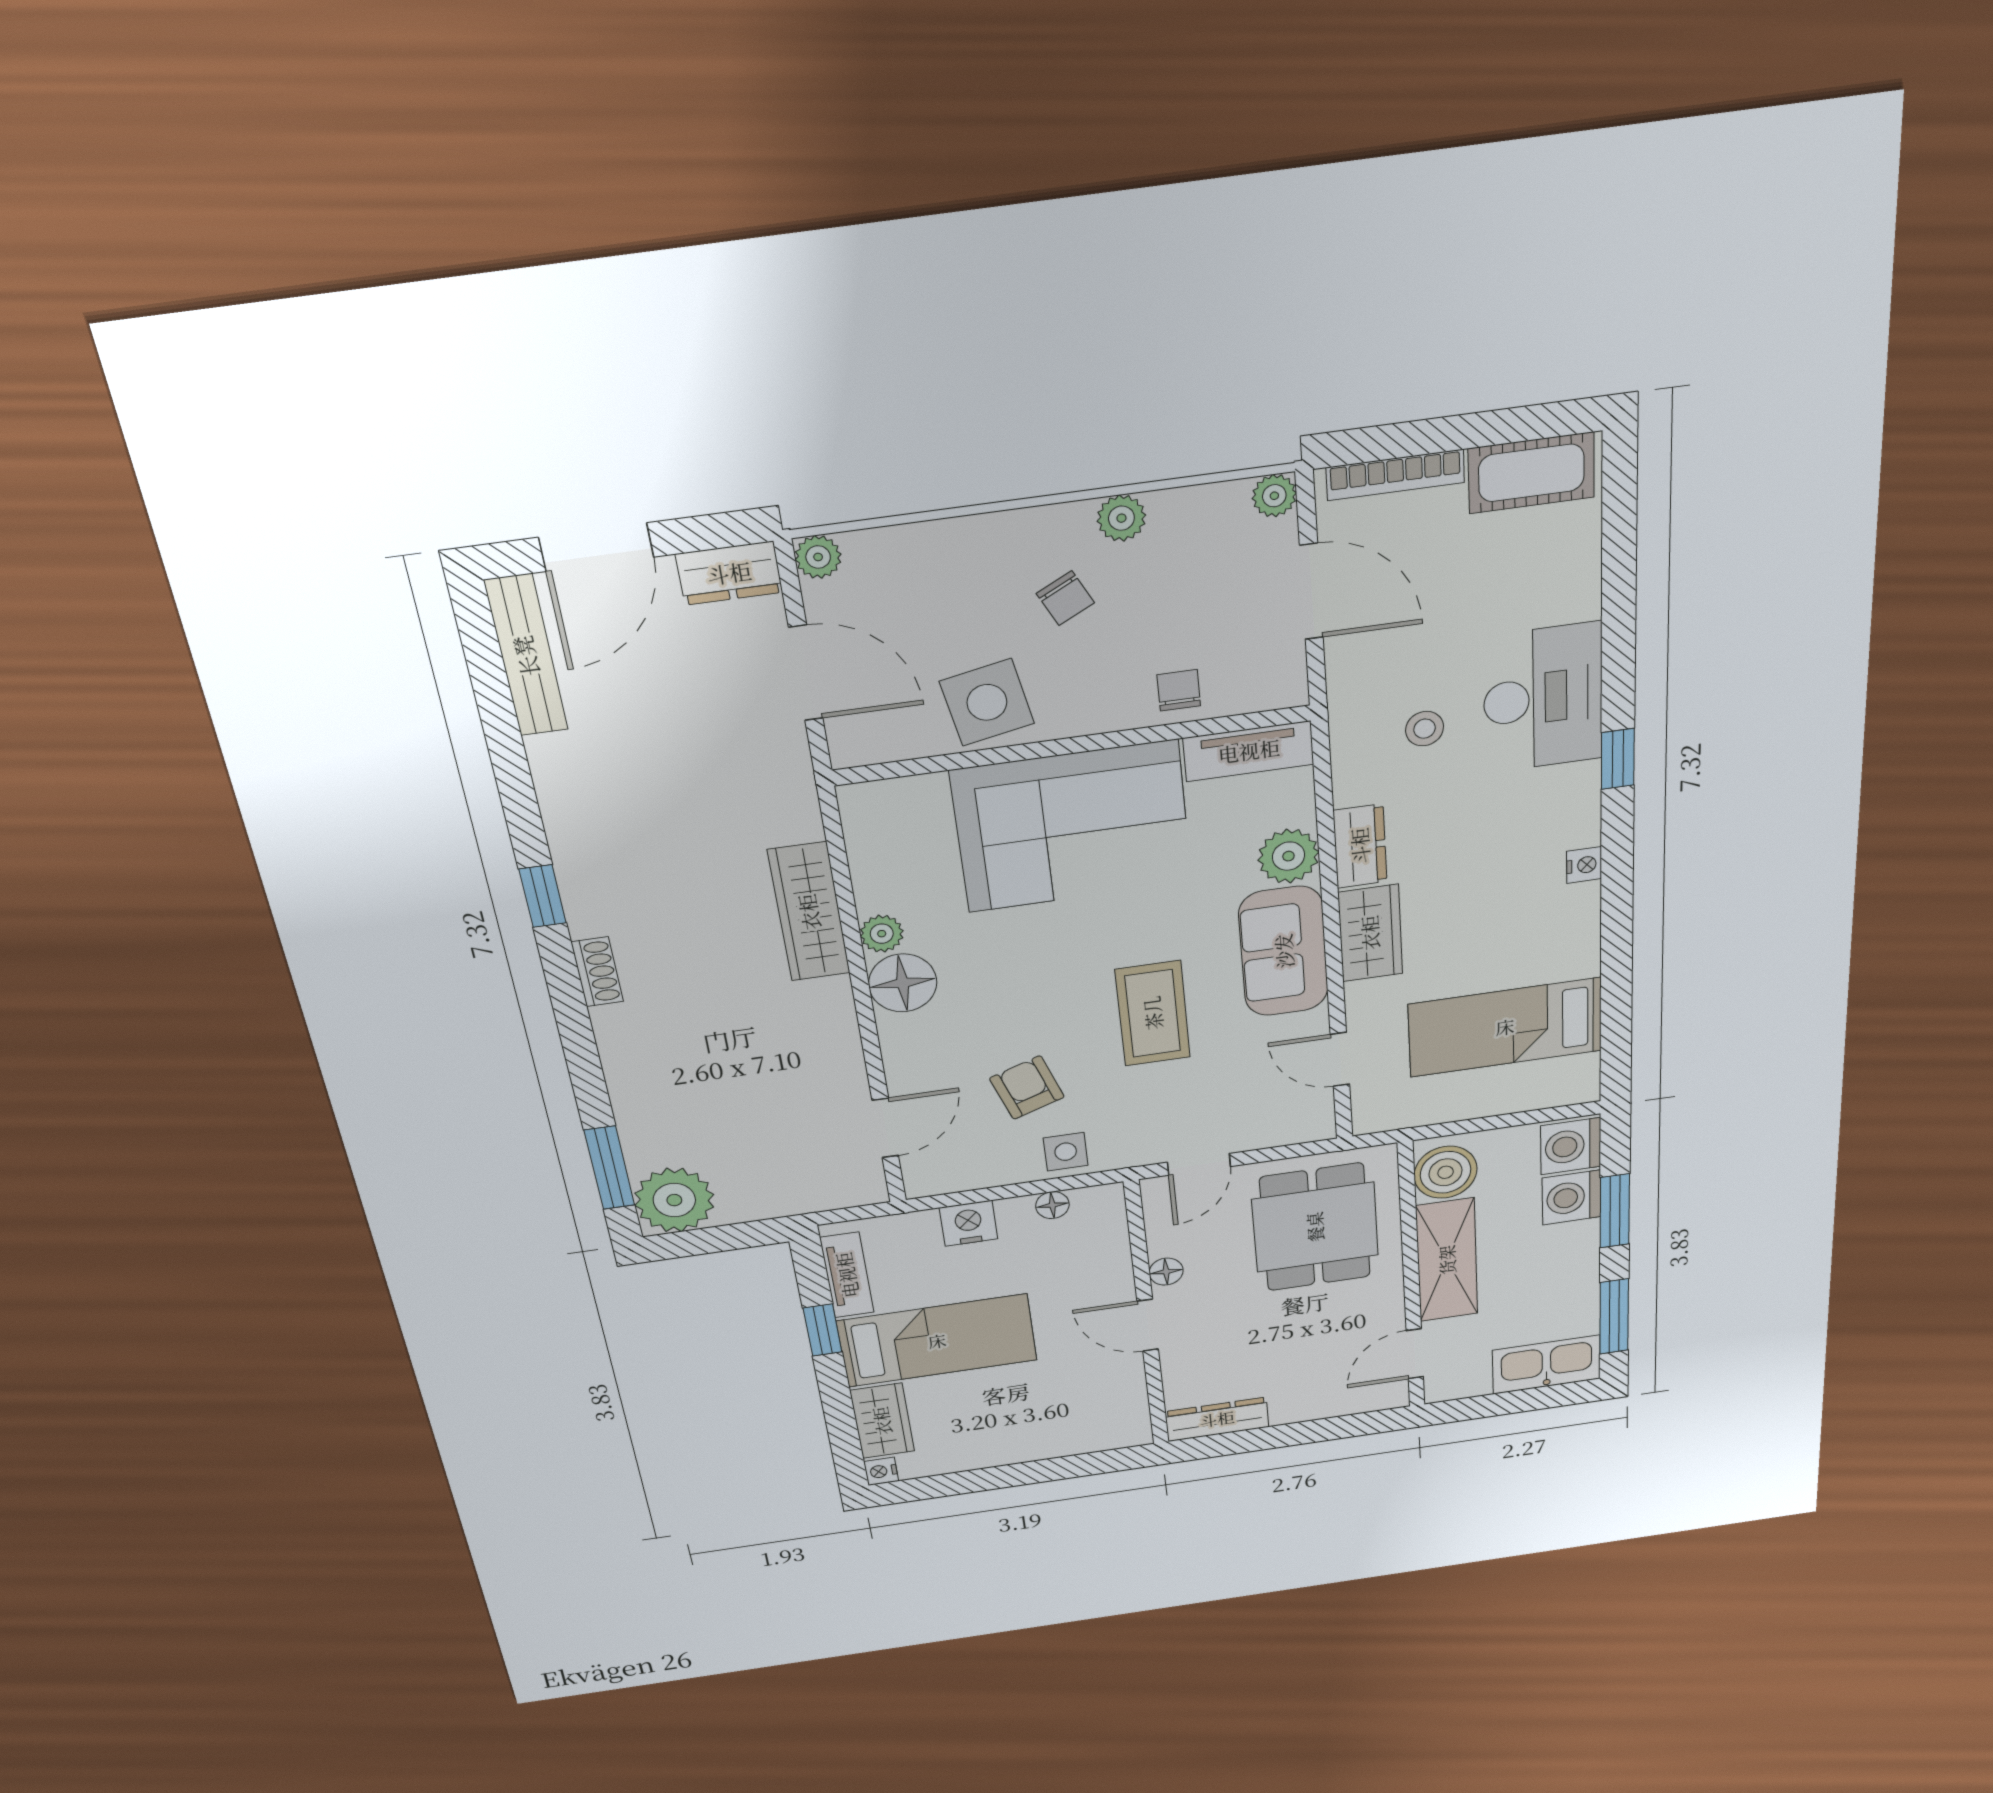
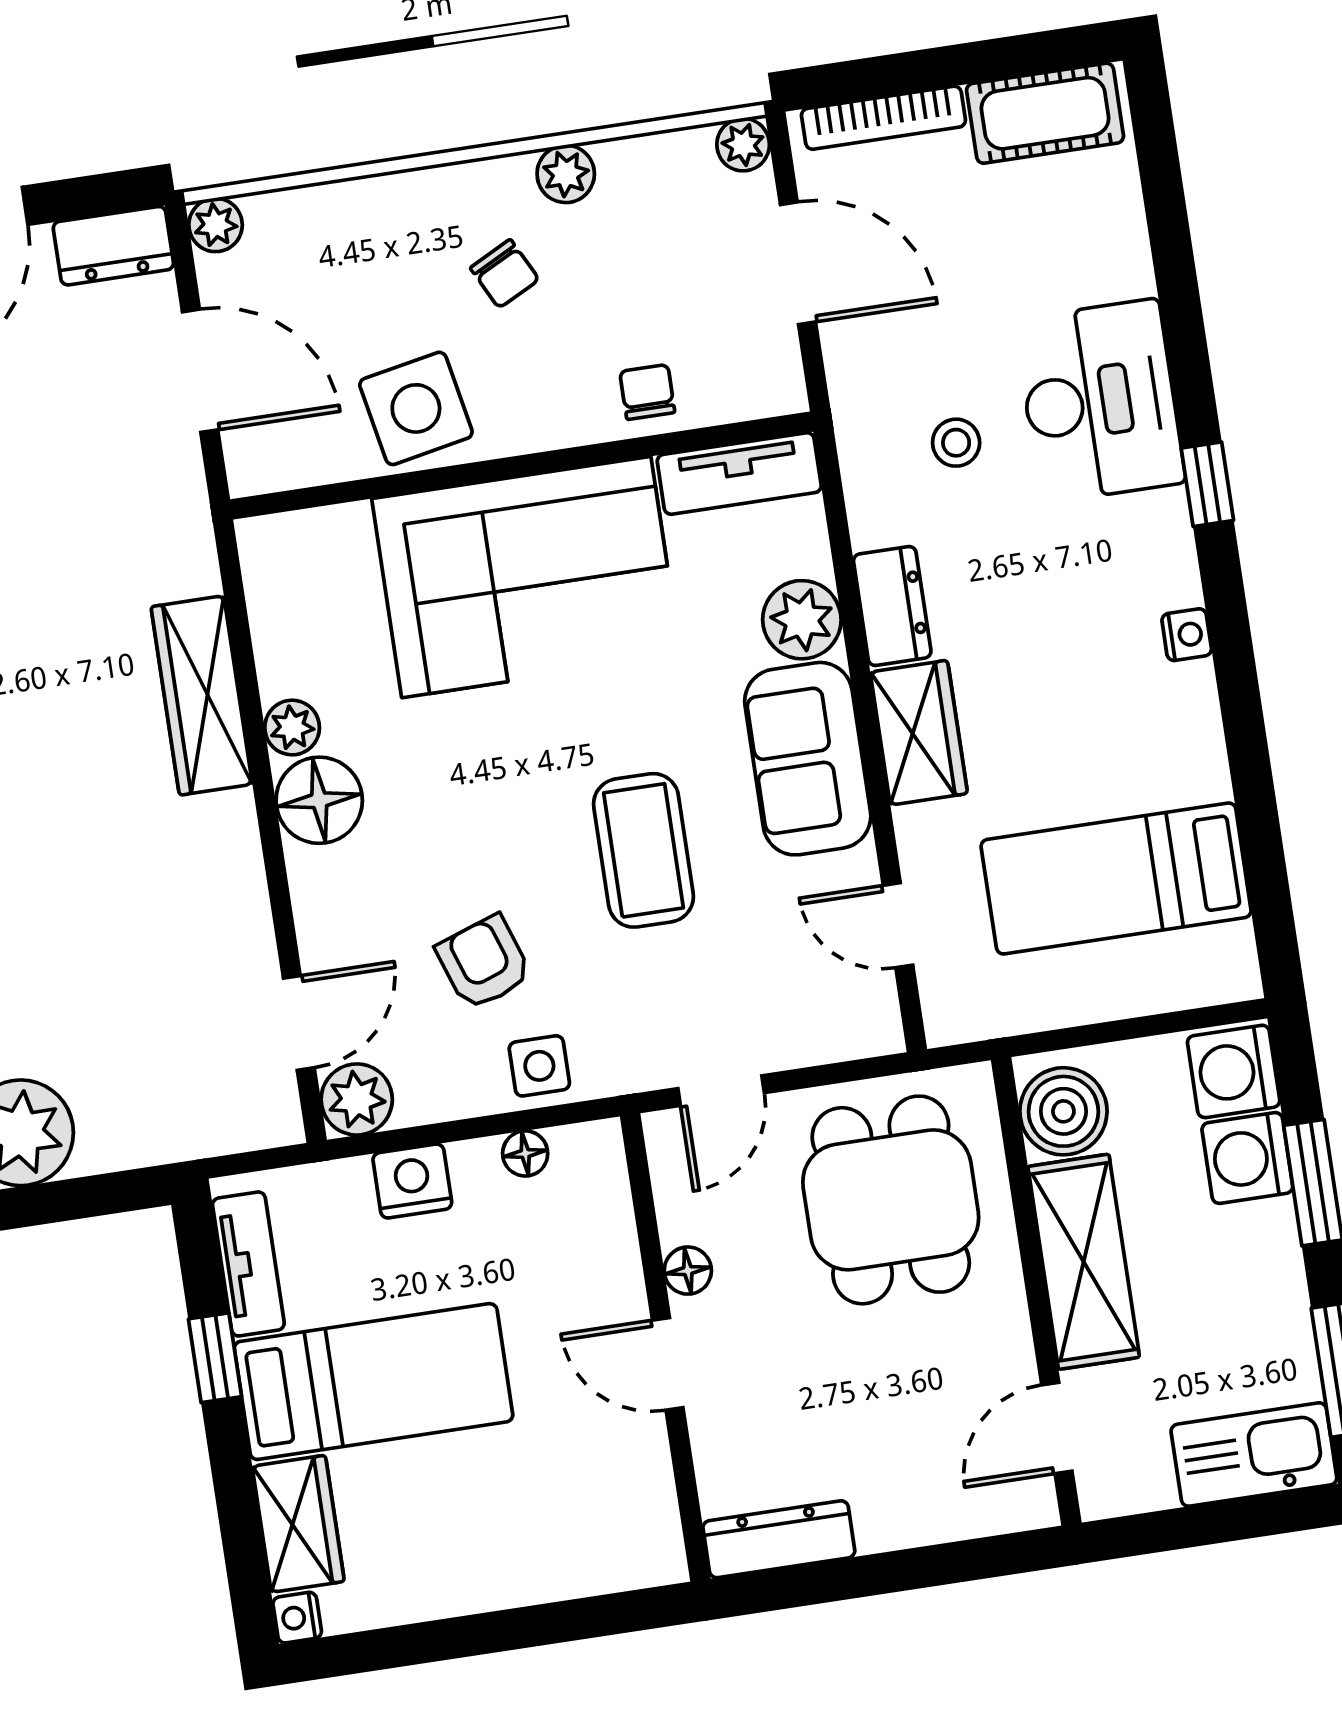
plant: (928, 1175) -> (357, 1099), added

